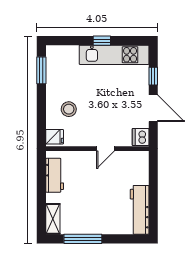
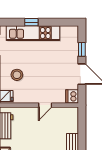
window: (102, 41) -> (31, 22), moved
kitchen unit: (114, 55) -> (33, 33), moved

